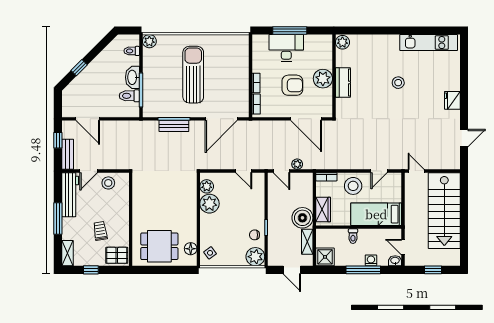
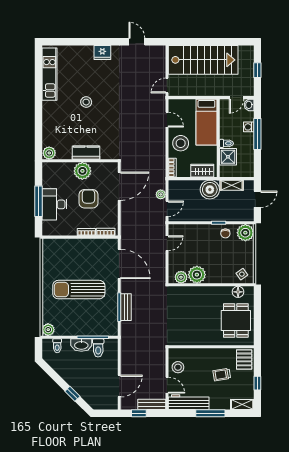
shower: (325, 257) -> (228, 157), moved

